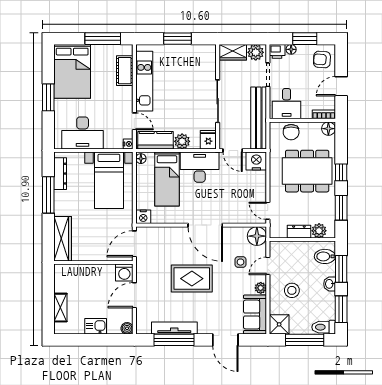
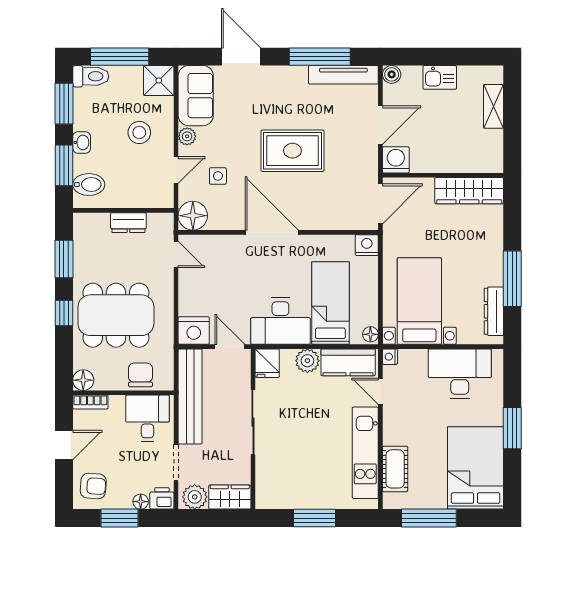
plant: (319, 231) -> (98, 224), removed
wardrobe: (63, 239) -> (469, 191), moved, turned -90
tv unit: (174, 328) -> (343, 75), moved

